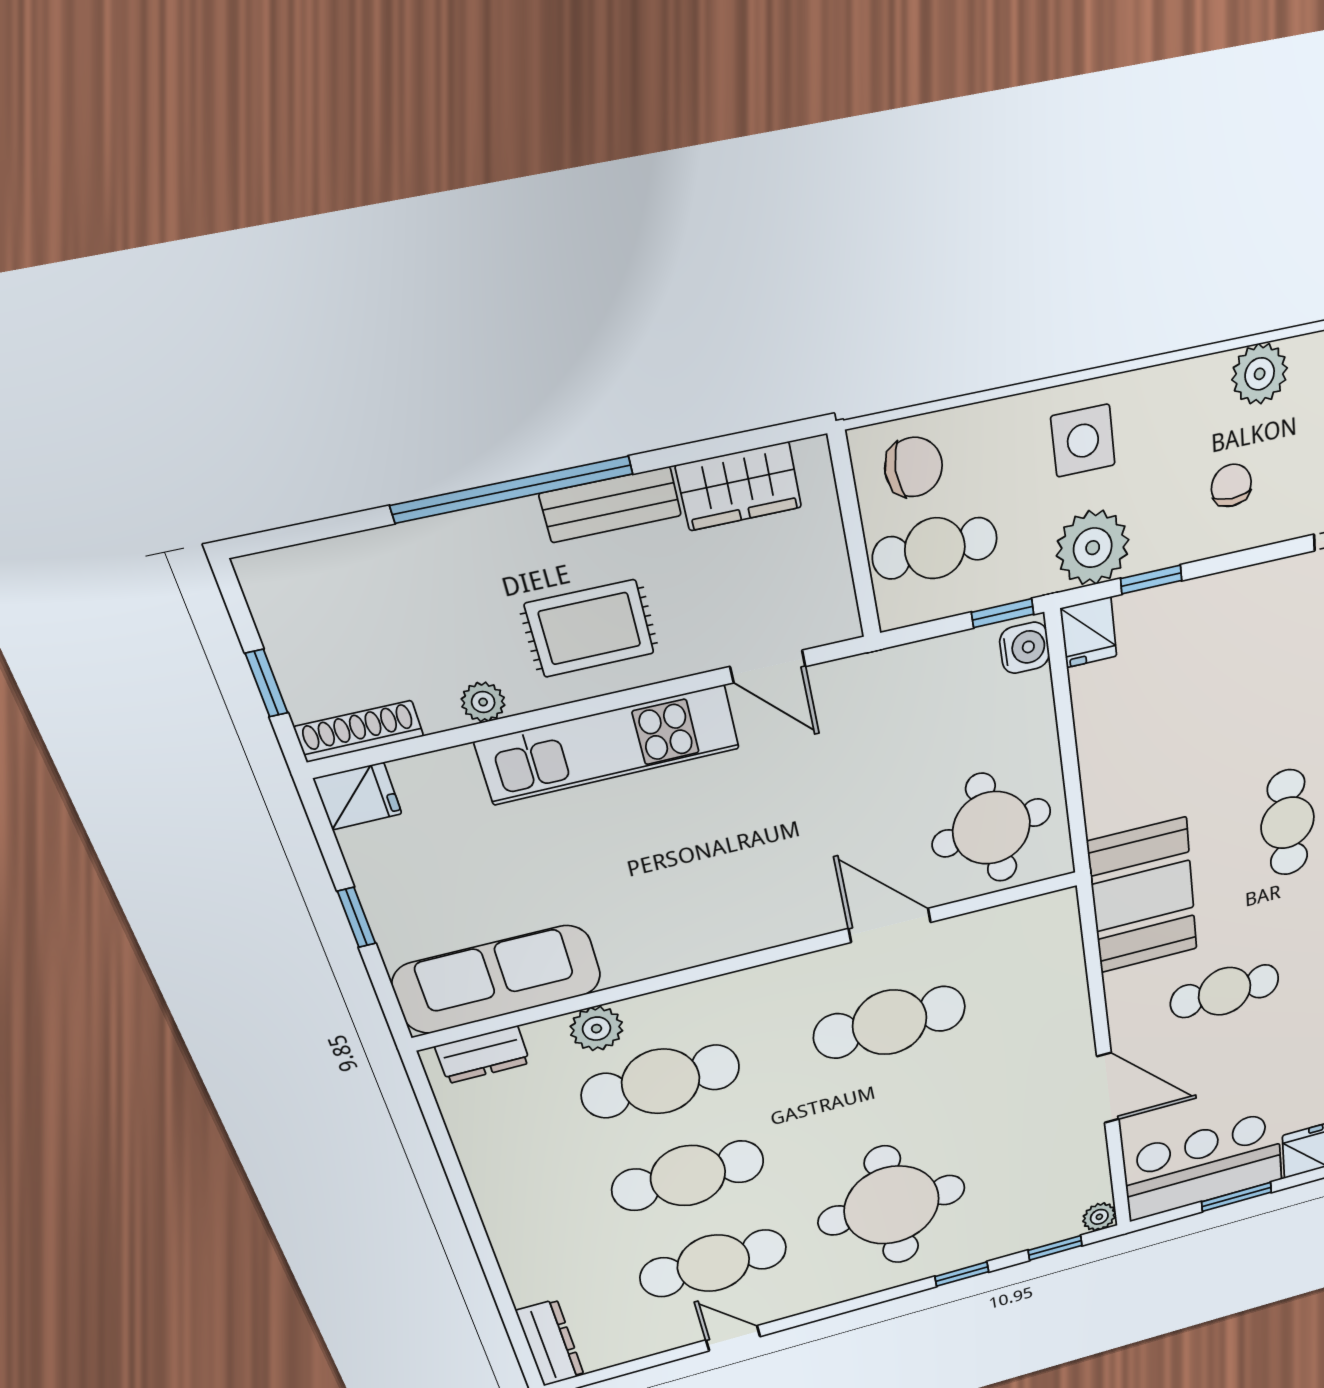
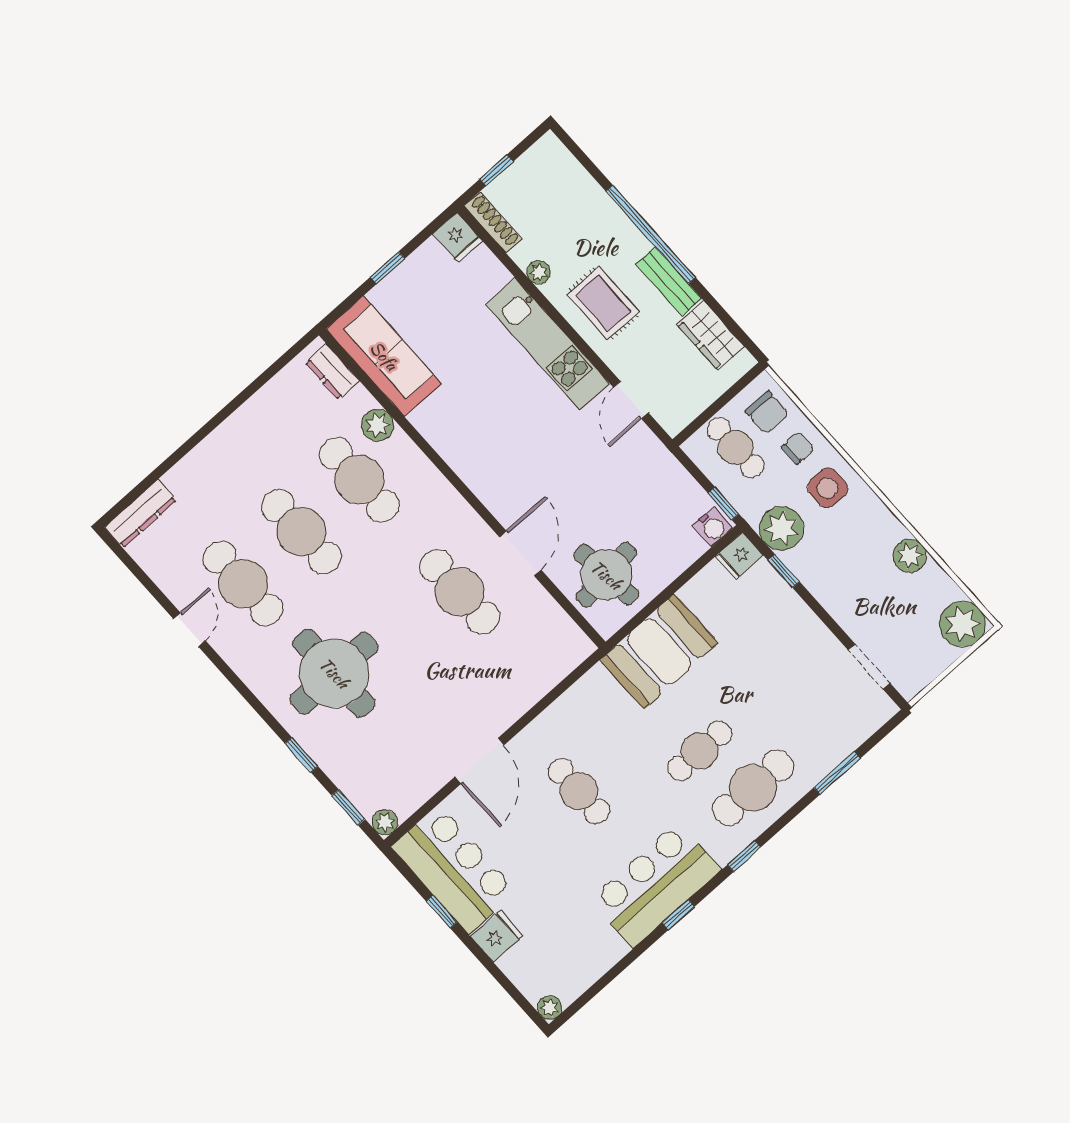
chair: (1231, 485) -> (798, 448), moved
booth: (1143, 896) -> (659, 651), moved
window: (1237, 1197) -> (442, 912), width x0.67

